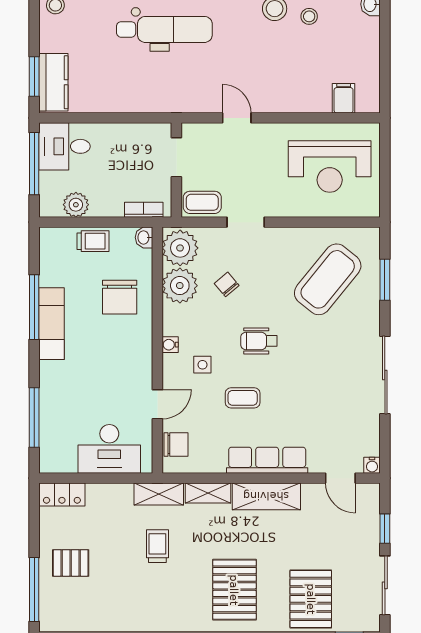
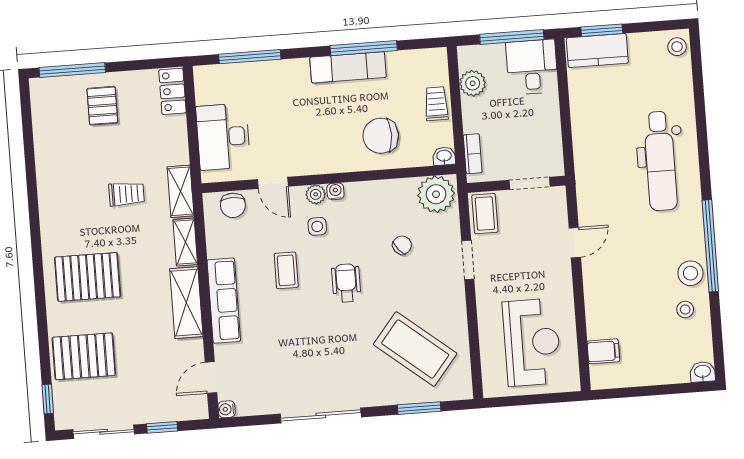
reception desk: (330, 166) -> (532, 342), turned 180
trolley: (93, 241) -> (436, 104), turned 180
plant: (180, 286) -> (316, 194), moved, width x0.53, depth x0.53

